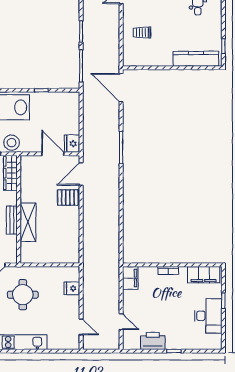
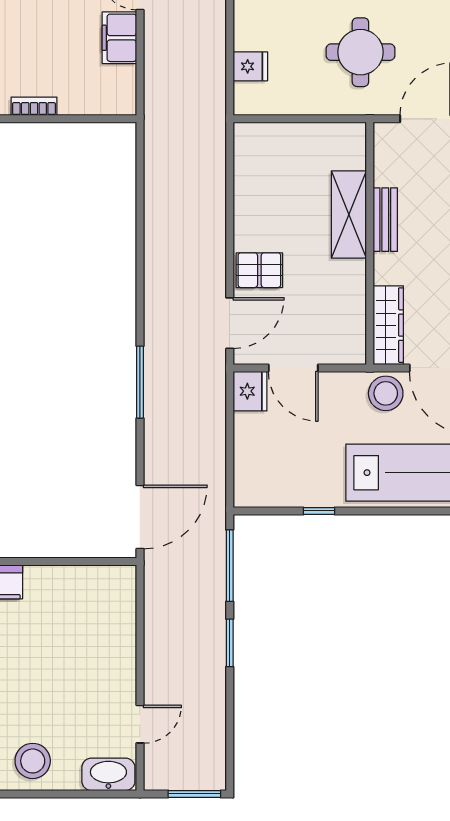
trolley: (142, 33) -> (93, 641), removed
door: (121, 88) -> (140, 517), hinge flipped
filing cabinet: (130, 278) -> (119, 38), moved

